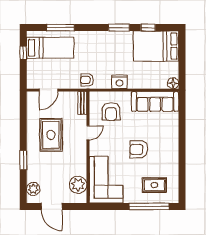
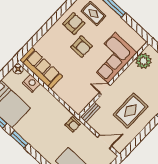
nightstand: (119, 82) -> (31, 83), moved
armchair: (111, 112) -> (74, 24), moved
corner sofa: (106, 180) -> (112, 58), moved

